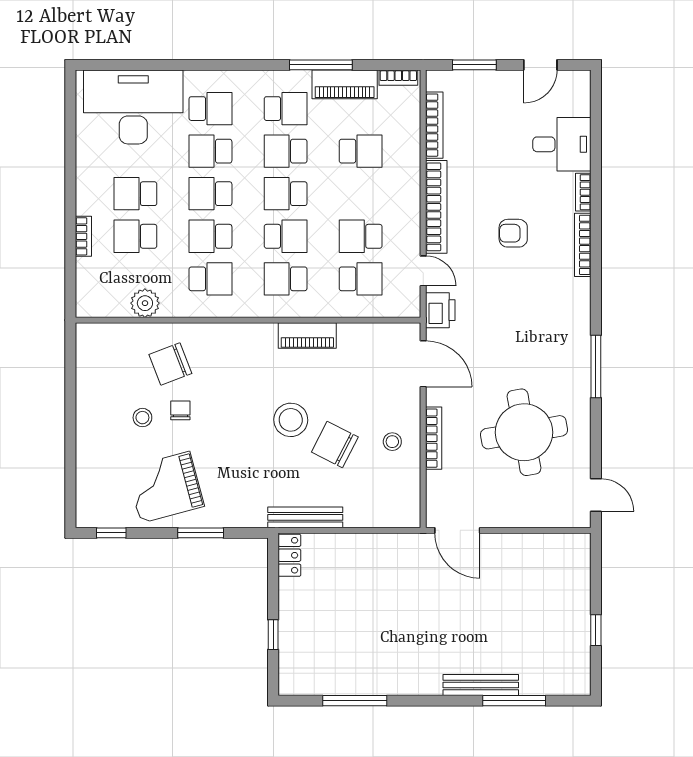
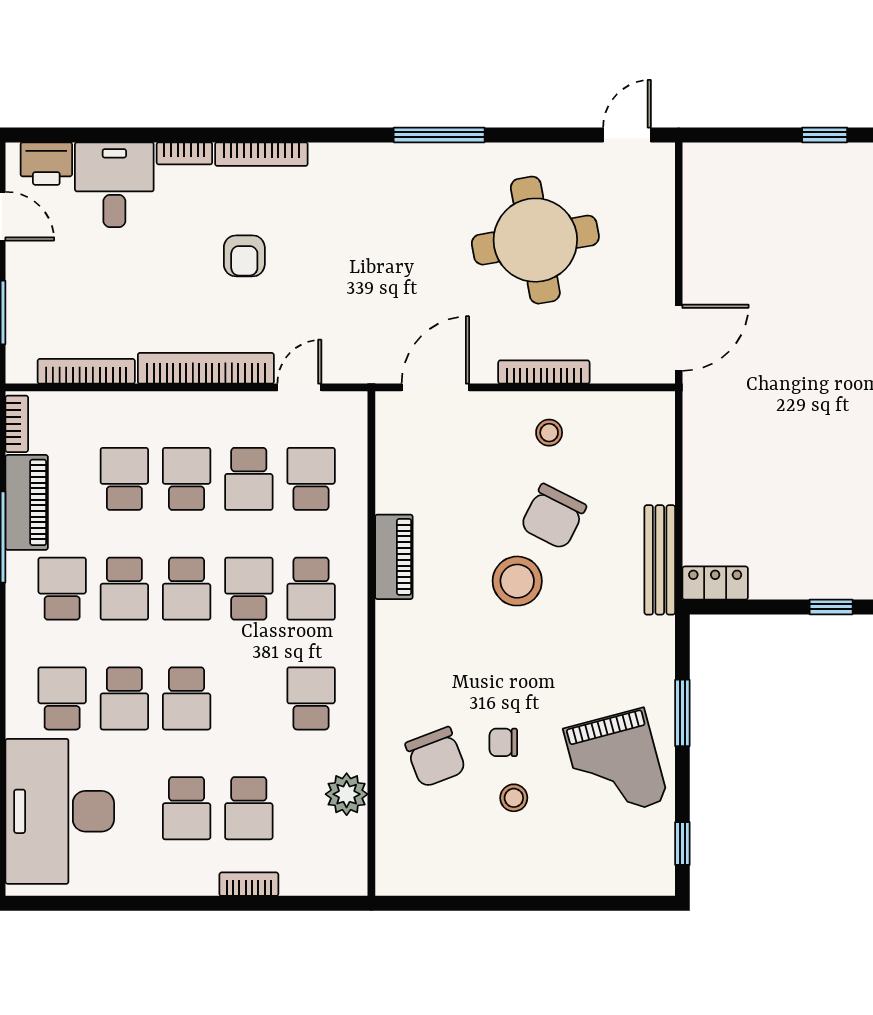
school desk: (210, 236) -> (187, 479), moved, turned 180
printer: (440, 310) -> (46, 164), moved, turned 180

